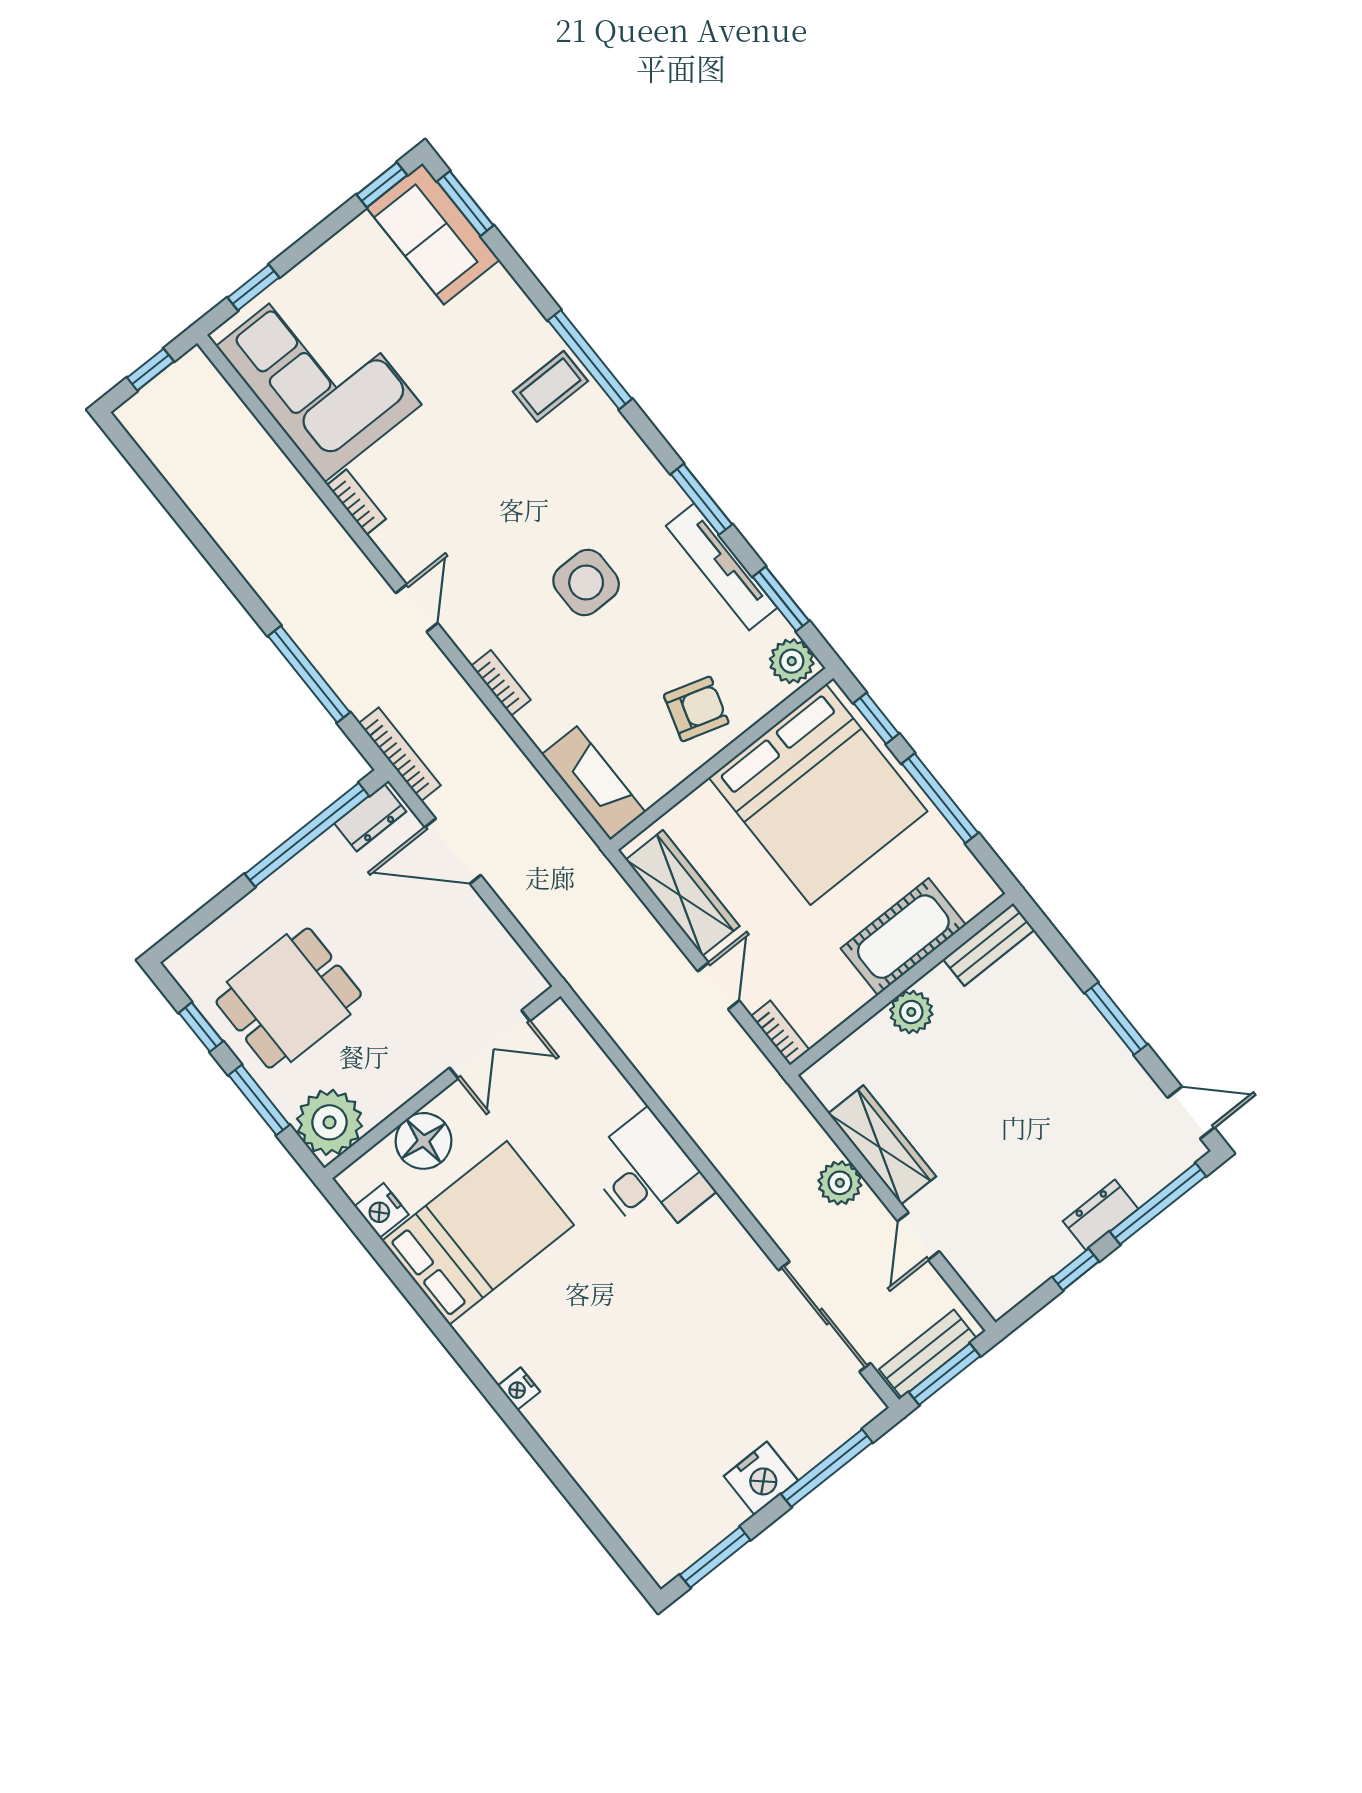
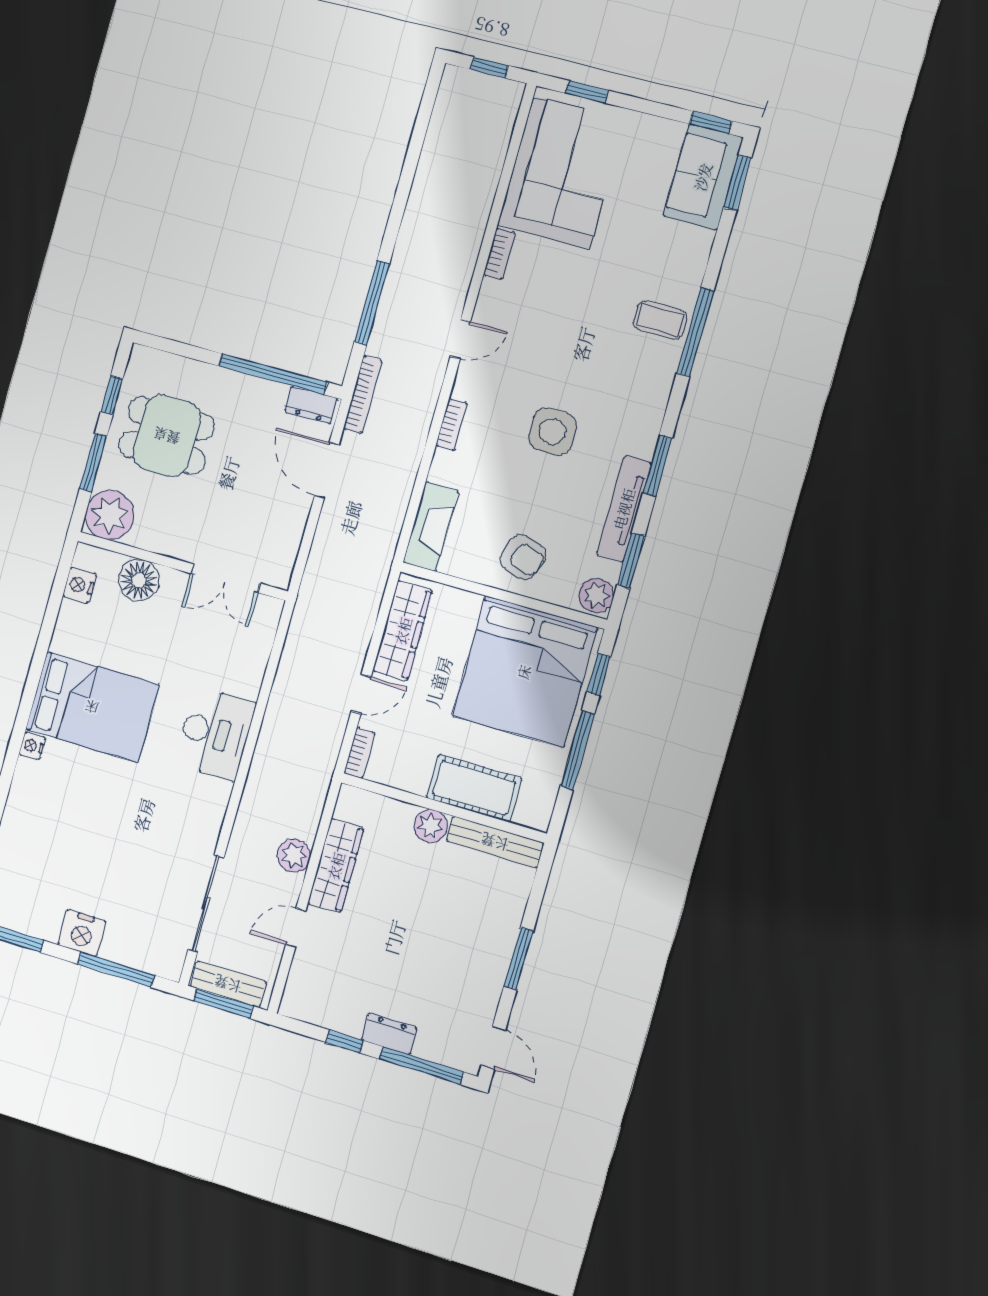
bench: (989, 945) -> (495, 842), width x1.36
bed: (478, 1233) -> (92, 707), moved

